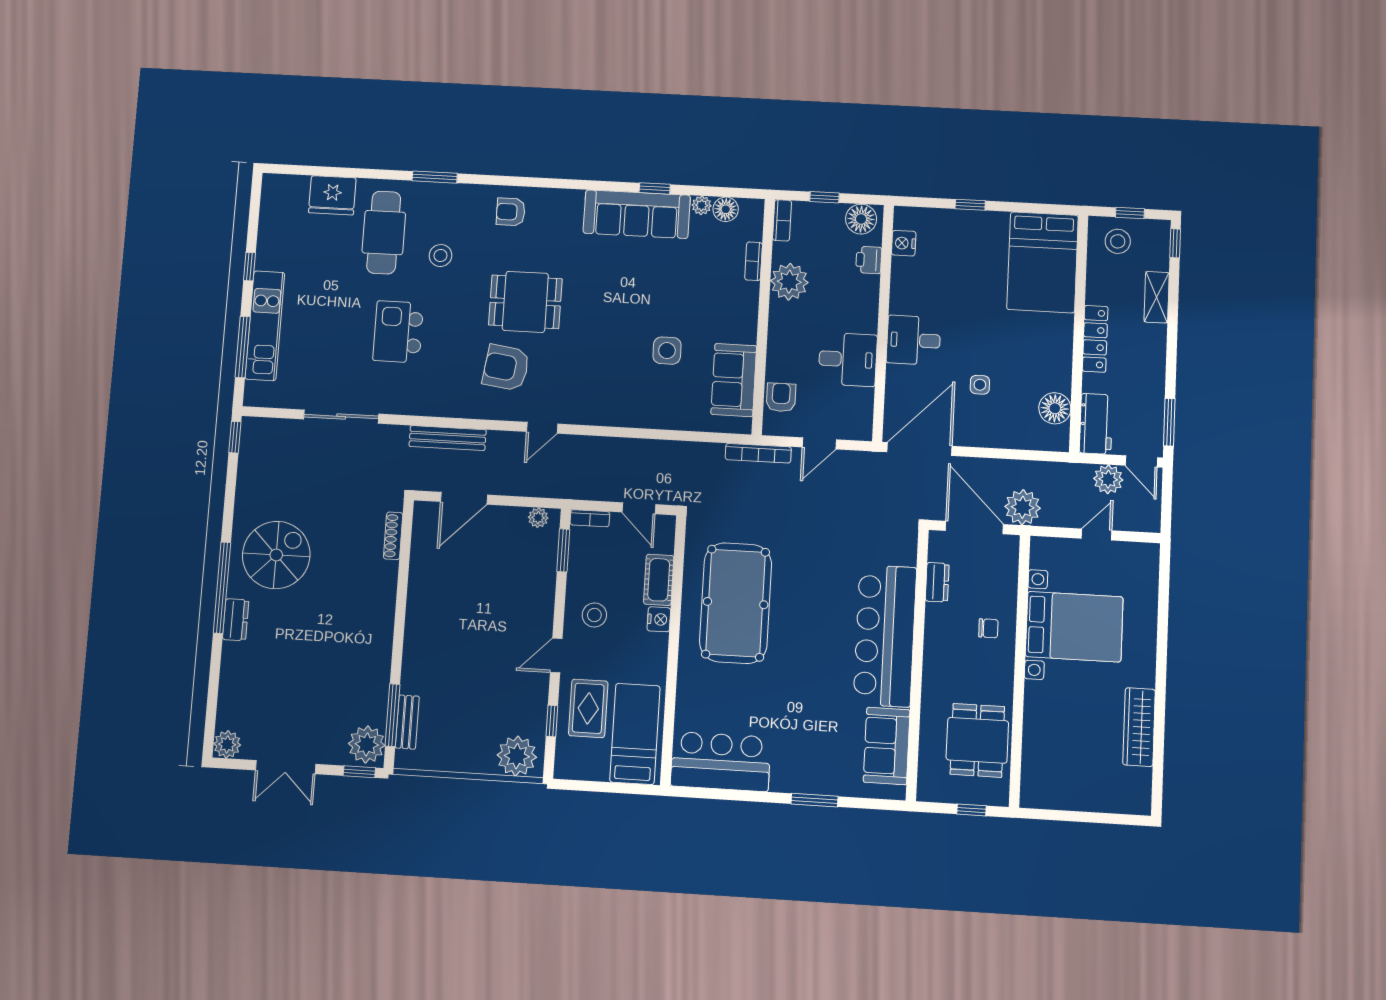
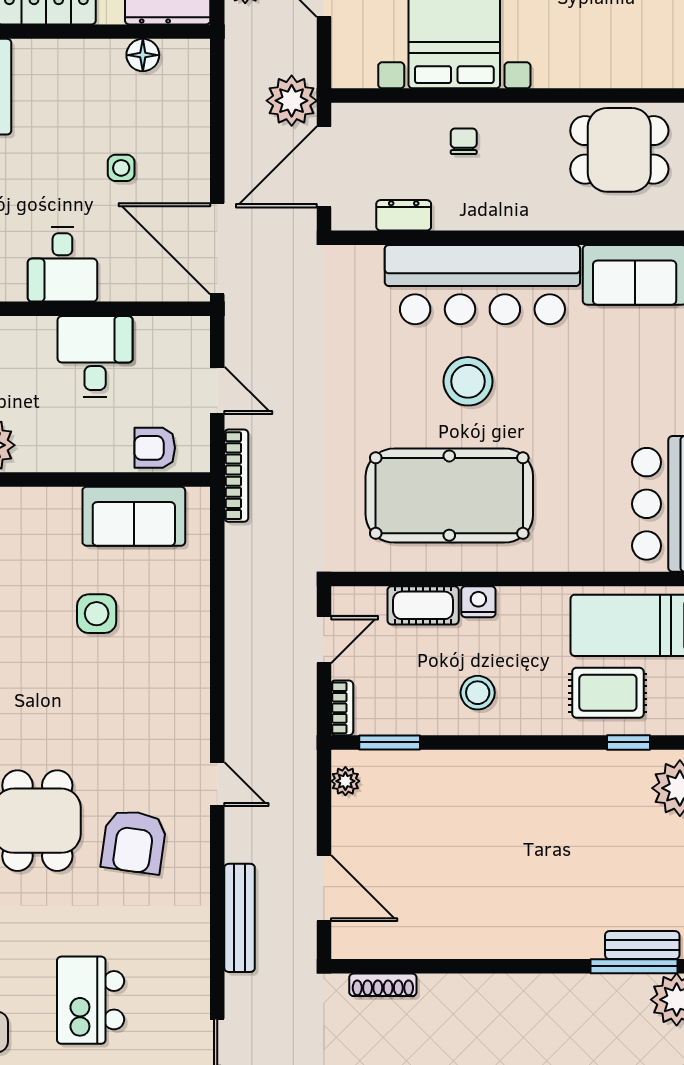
kitchen island: (398, 332) -> (91, 1000), turned 90
floor lamp: (1055, 408) -> (143, 55), width x0.73, depth x0.73
stool: (816, 621) -> (468, 381), added
door: (556, 655) -> (537, 742), removed

